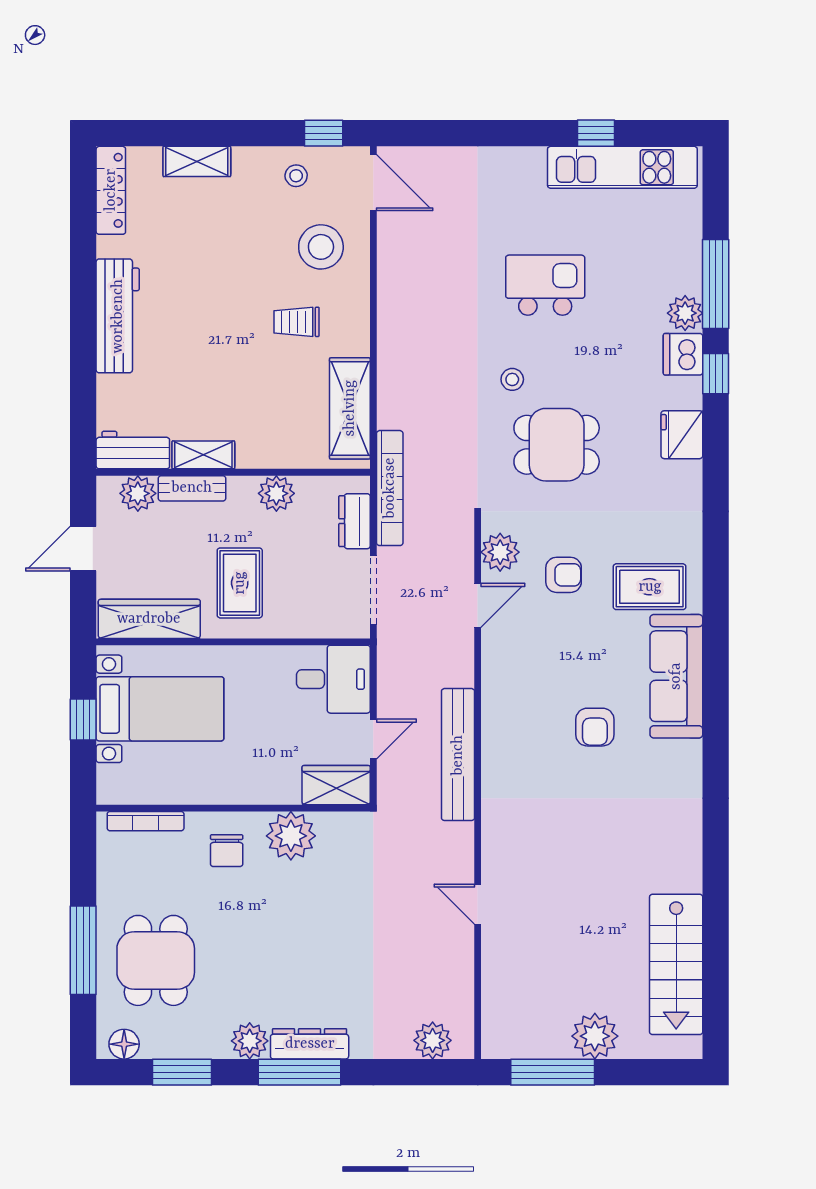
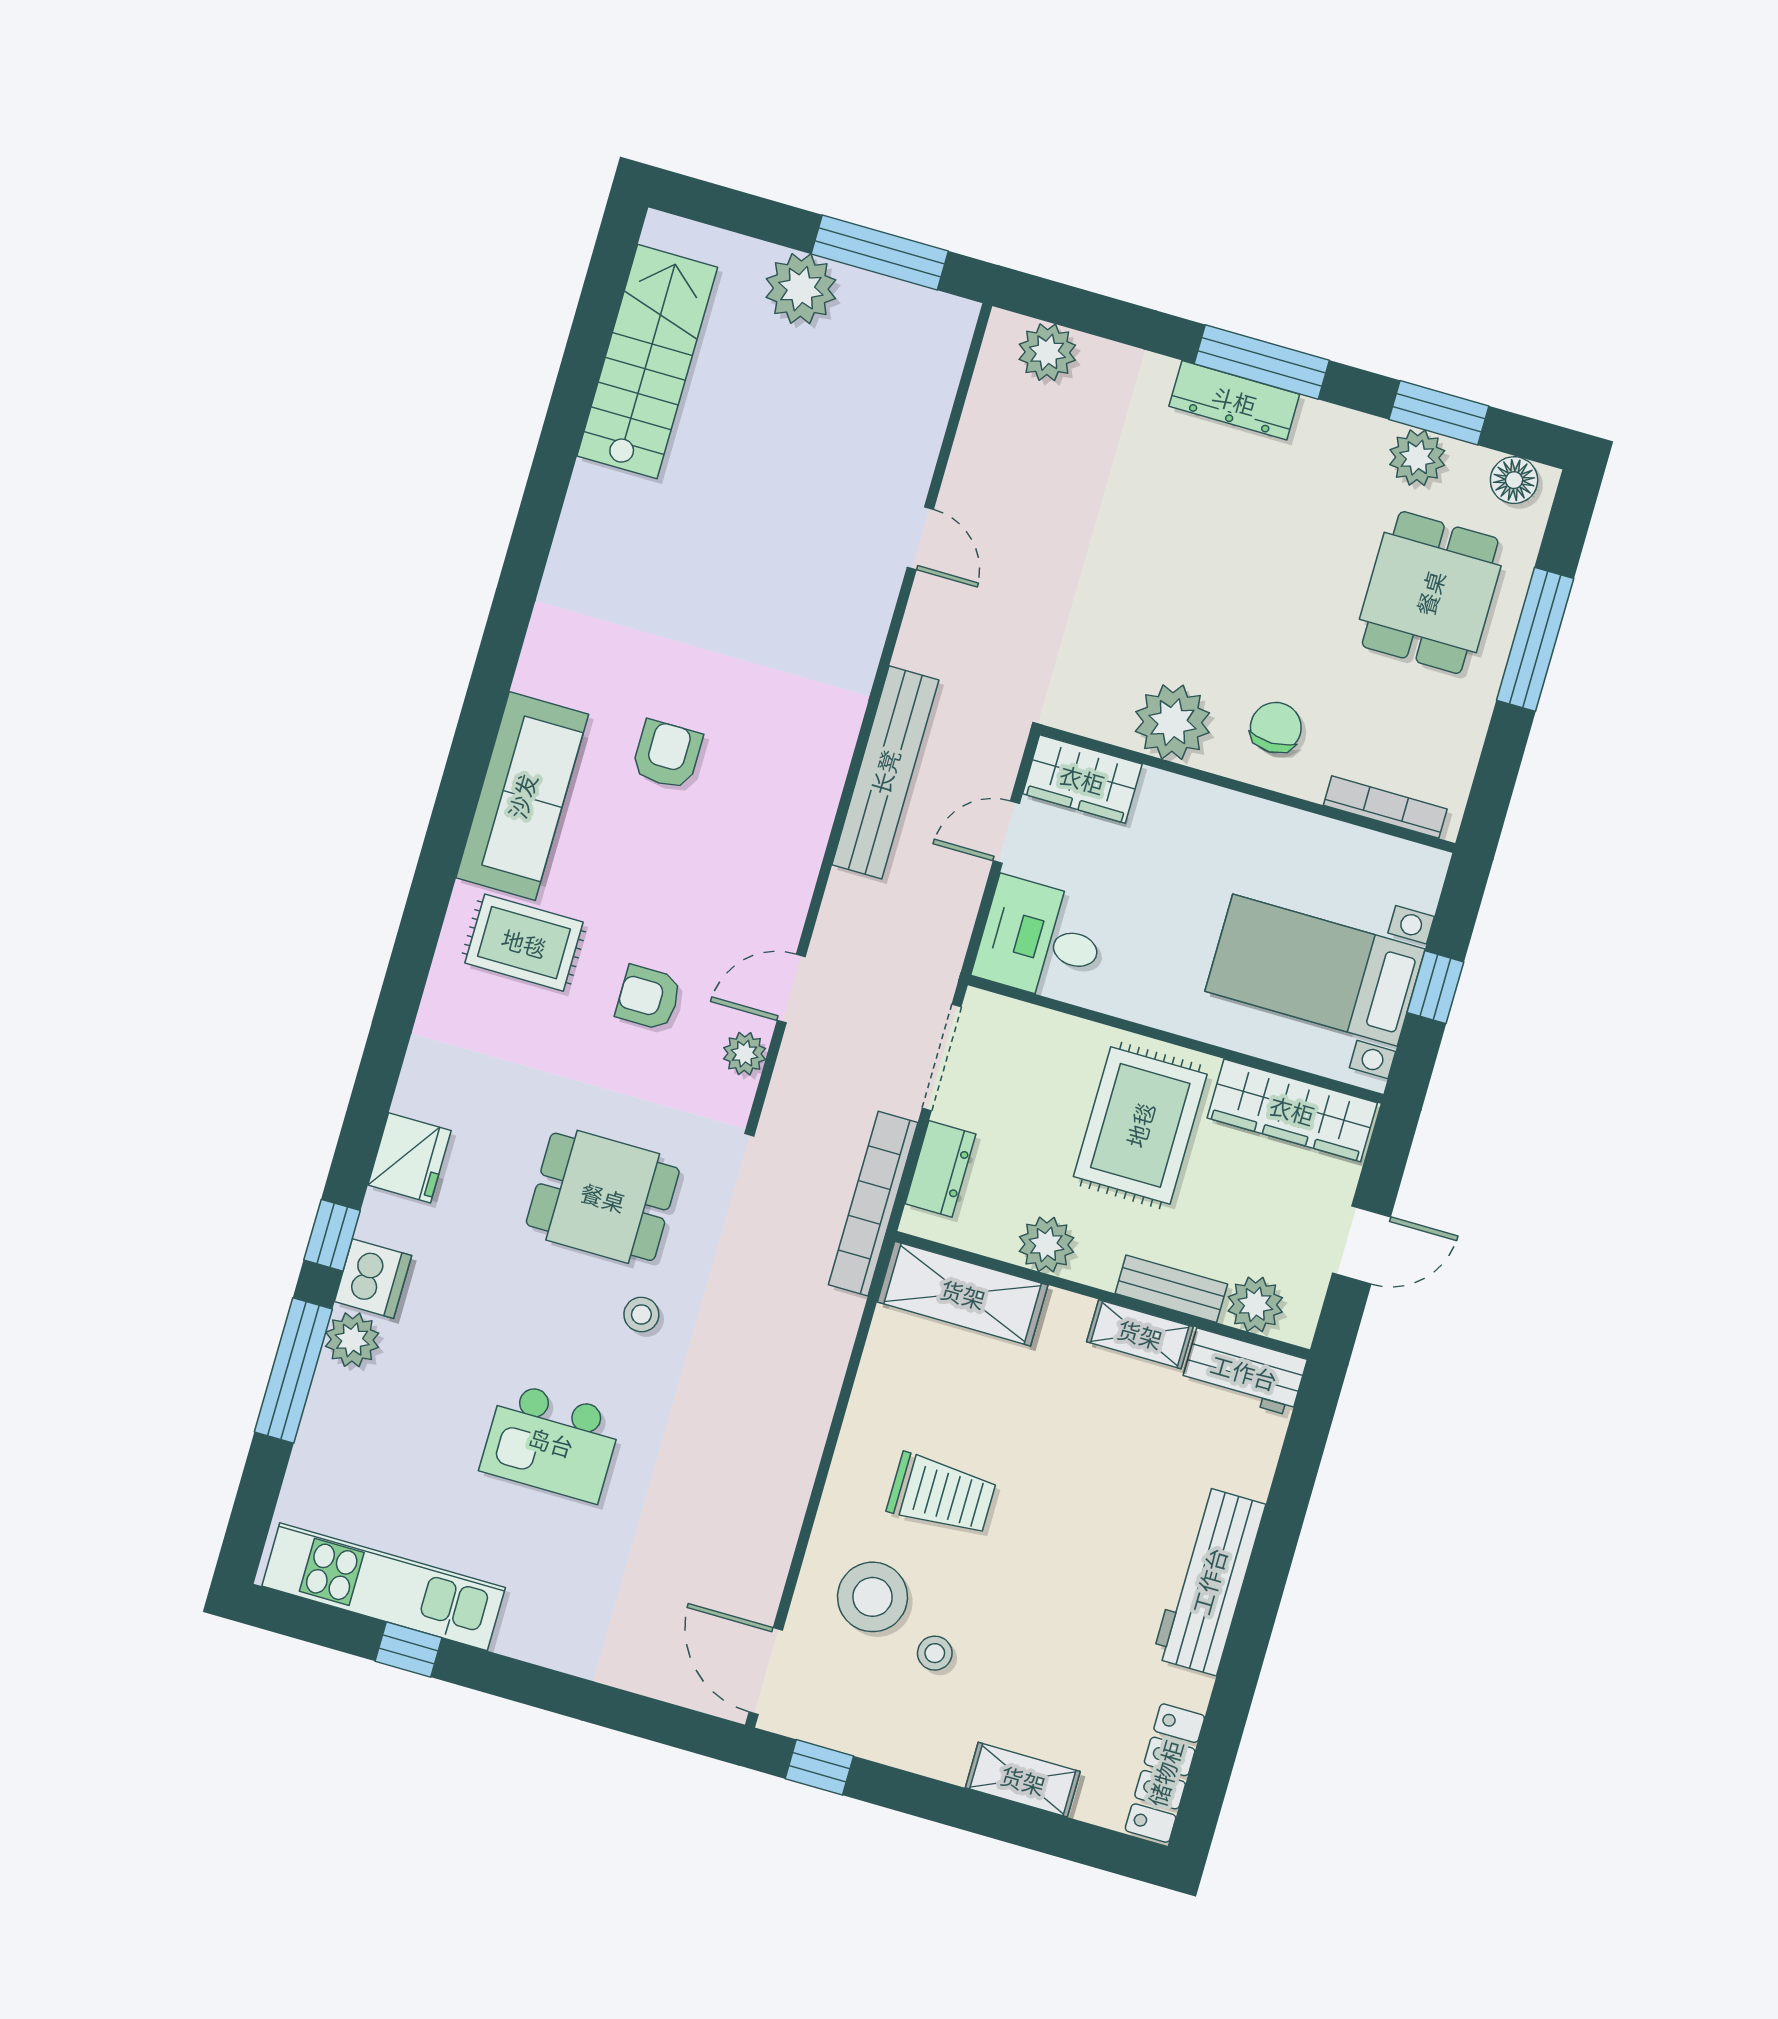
stool: (296, 176) -> (935, 1653), moved
trolley: (297, 322) -> (942, 1494), width x1.36, depth x1.39
shelving: (350, 408) -> (963, 1294), moved, turned 90
plant: (500, 552) -> (745, 1054), width x0.73, depth x0.73
rug: (240, 583) -> (1140, 1125), width x1.36, depth x1.43
plant: (250, 1041) -> (1417, 458), moved

